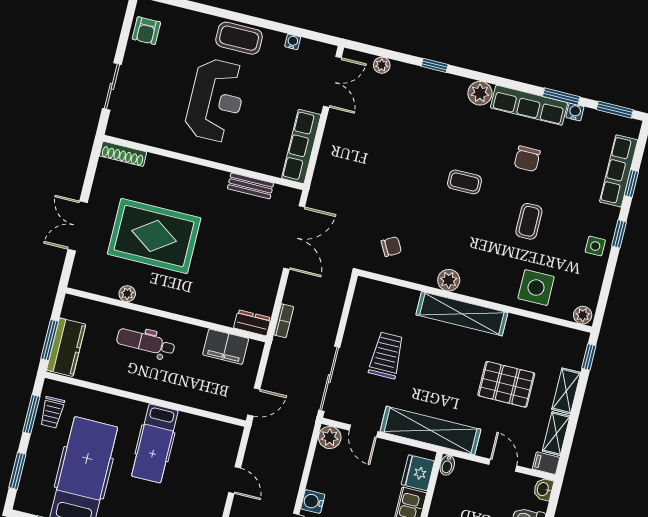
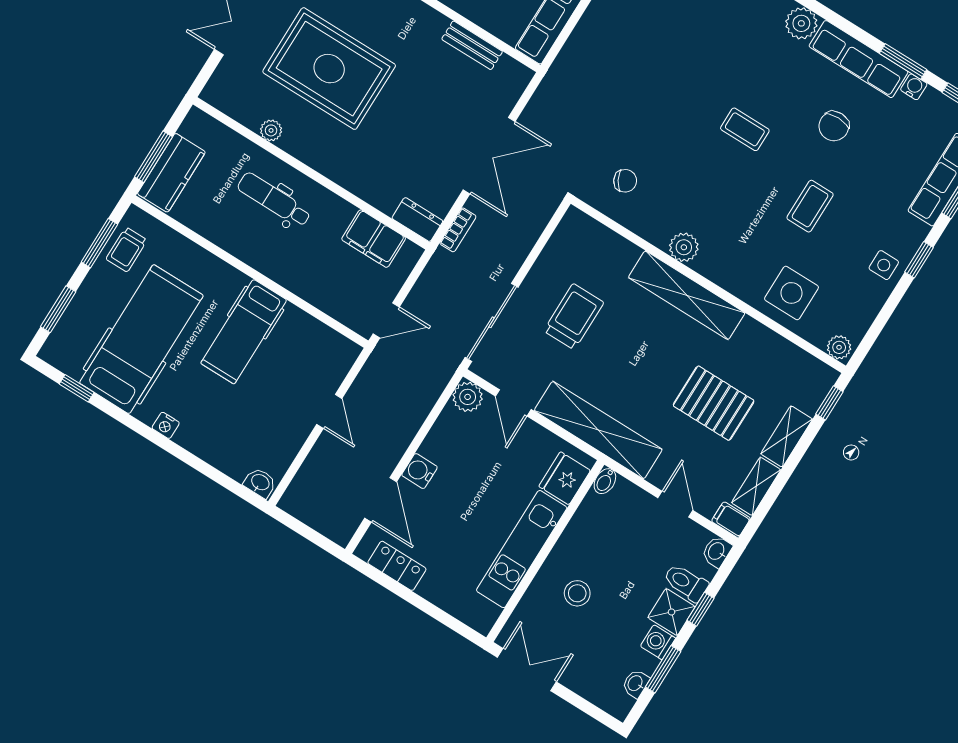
double door: (294, 237) -> (489, 156), moved

